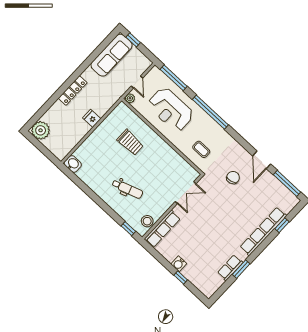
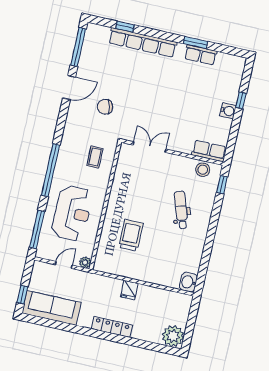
row of seats: (162, 229) -> (209, 151), width x0.68

